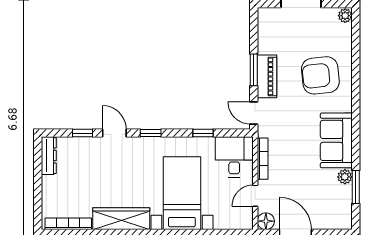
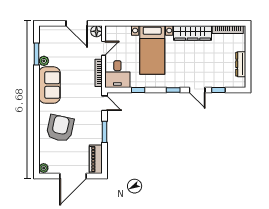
armchair: (320, 75) -> (60, 128), turned -72
piano: (267, 76) -> (96, 159), moved
dresser: (49, 156) -> (241, 64), moved

